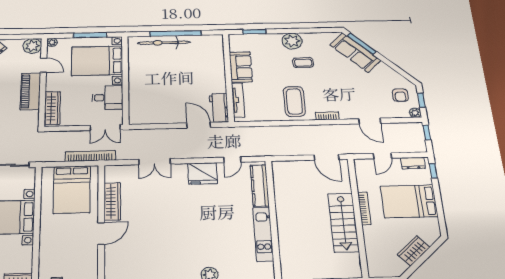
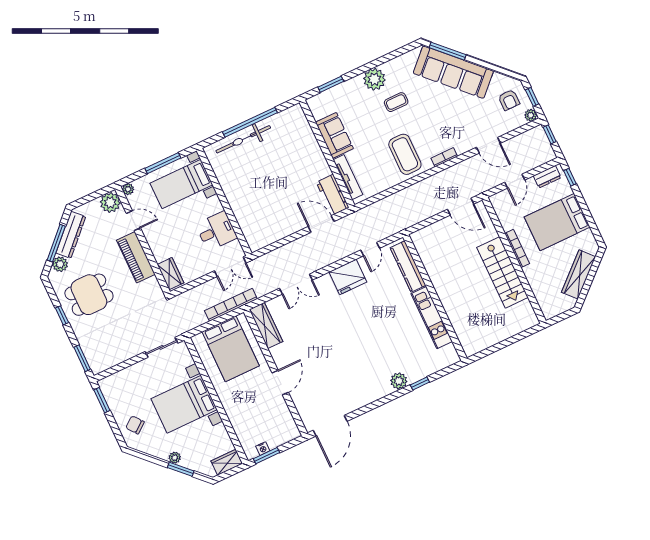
sofa: (355, 53) -> (453, 72), width x1.36, depth x1.27
bed with nightstands: (97, 61) -> (181, 184), width x0.73
wardrobe: (52, 108) -> (170, 274), width x0.67
wardrobe: (112, 201) -> (266, 325), moved
wardrobe: (414, 251) -> (579, 274), width x1.50

